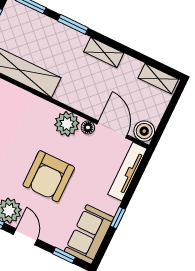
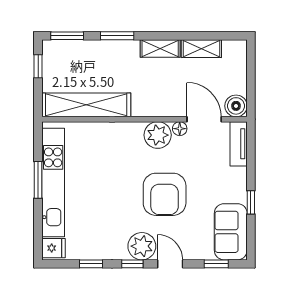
shelving: (158, 79) -> (201, 49), moved
tv unit: (127, 171) -> (239, 144), width x0.71

